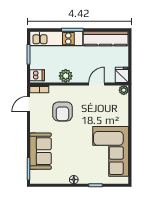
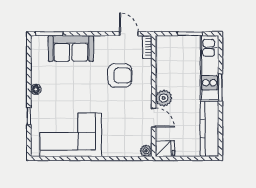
dishwasher: (37, 75) -> (164, 44), removed
plant: (66, 76) -> (164, 98), moved
armchair: (62, 111) -> (120, 75), turned 180

